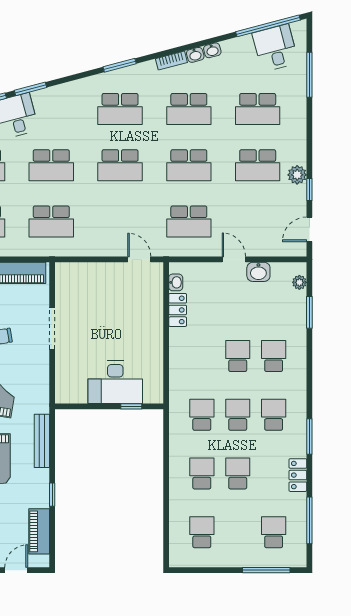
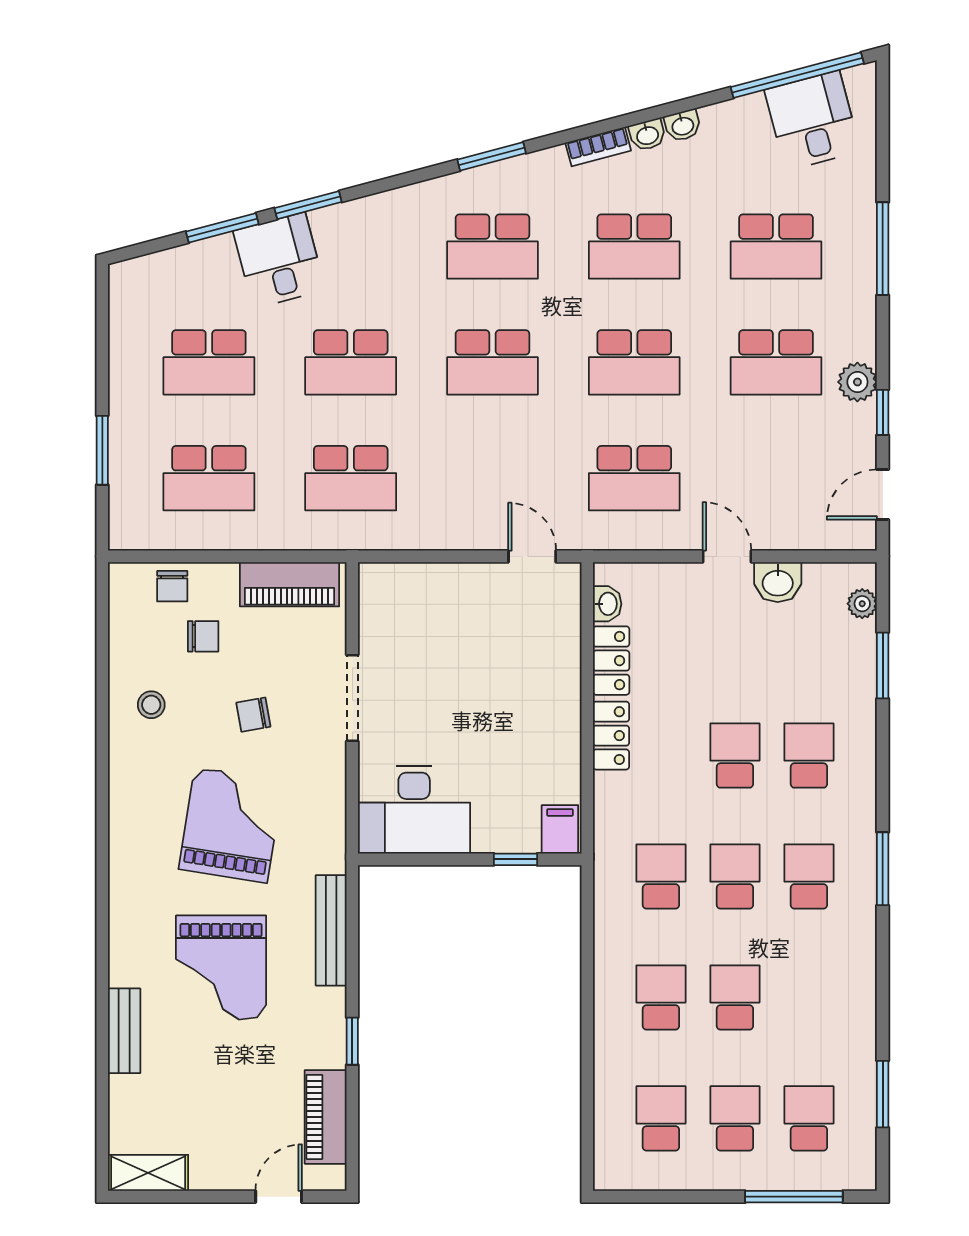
window: (309, 75) -> (883, 249), moved
desk: (115, 382) -> (414, 810), moved
filing cabinet: (153, 392) -> (560, 829), added
window: (309, 436) -> (883, 869), moved
locker: (298, 475) -> (611, 736), moved, turned 180
window: (309, 520) -> (883, 1094), width x0.69
school desk: (238, 532) -> (735, 1118), added

